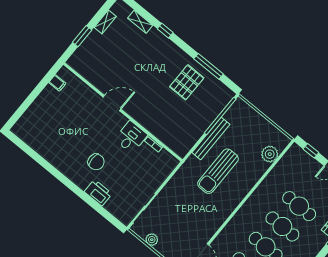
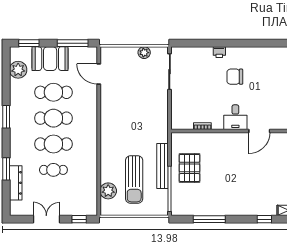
pallet: (187, 82) -> (189, 168), moved
desk: (131, 137) -> (235, 117), moved
sun lounger: (218, 171) -> (134, 180), moved, turned 180
printer: (98, 193) -> (219, 52), width x0.53, depth x0.68
cafe table: (299, 206) -> (53, 170), width x0.73, depth x0.74

